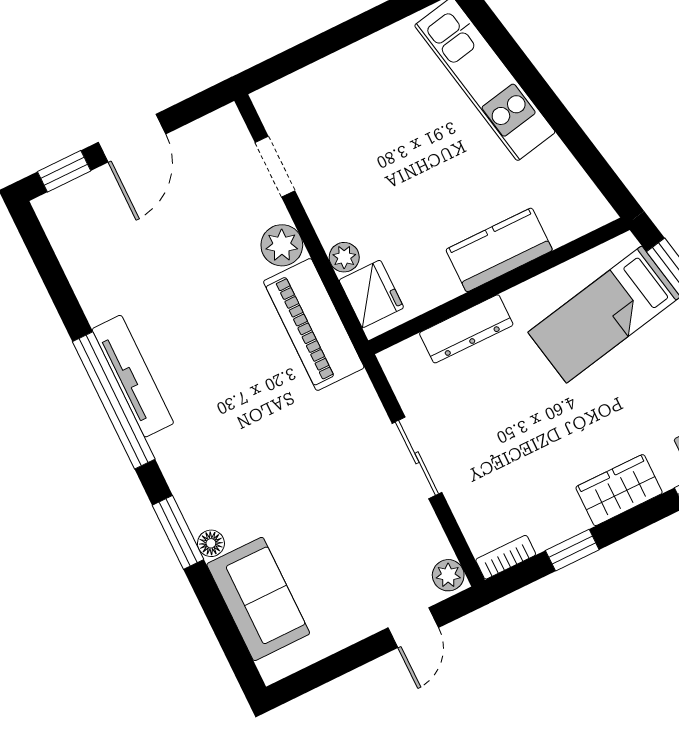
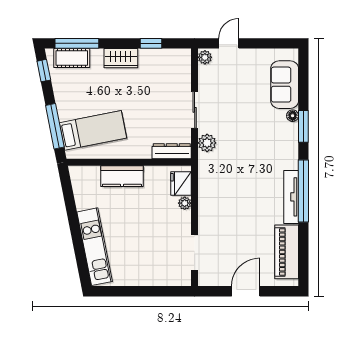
doorway: (275, 167) -> (195, 252), width x1.38
window: (64, 171) -> (279, 291), removed
plant: (282, 245) -> (207, 143), moved
piano: (314, 324) -> (287, 252), moved, turned 180
dresser: (466, 329) -> (172, 151), moved
bookcase: (506, 557) -> (179, 53), removed

